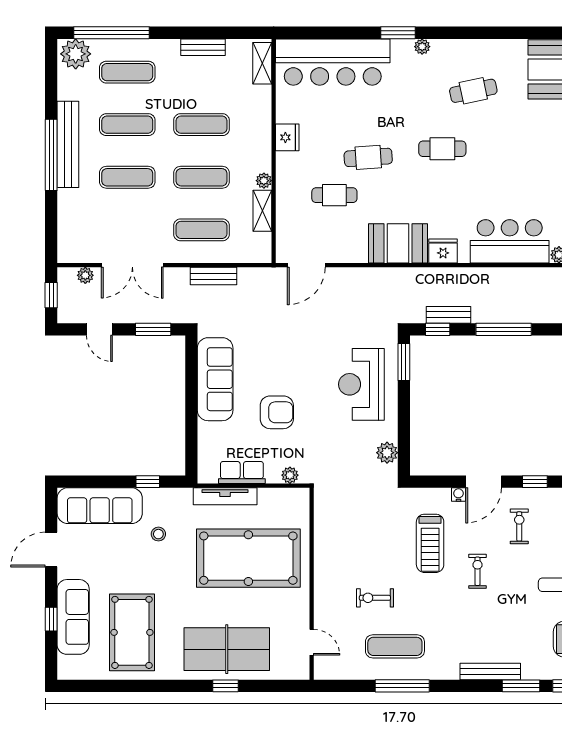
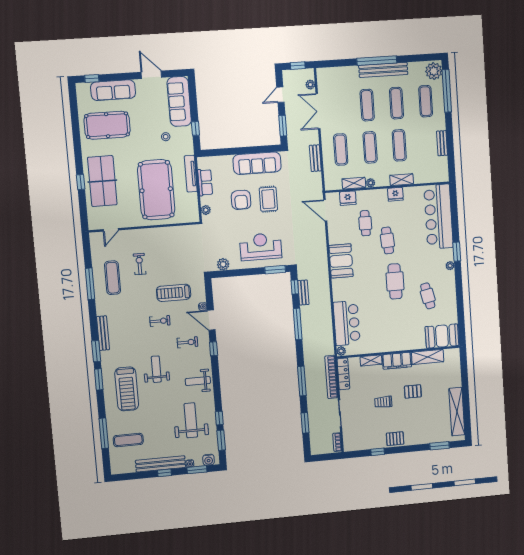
shelving: (262, 63) -> (402, 180), moved
cafe table: (442, 149) -> (395, 281), width x1.37, depth x1.35
fridge: (443, 251) -> (348, 198), moved, turned 90
rug: (279, 364) -> (268, 199), added
window: (51, 619) -> (92, 78), moved

